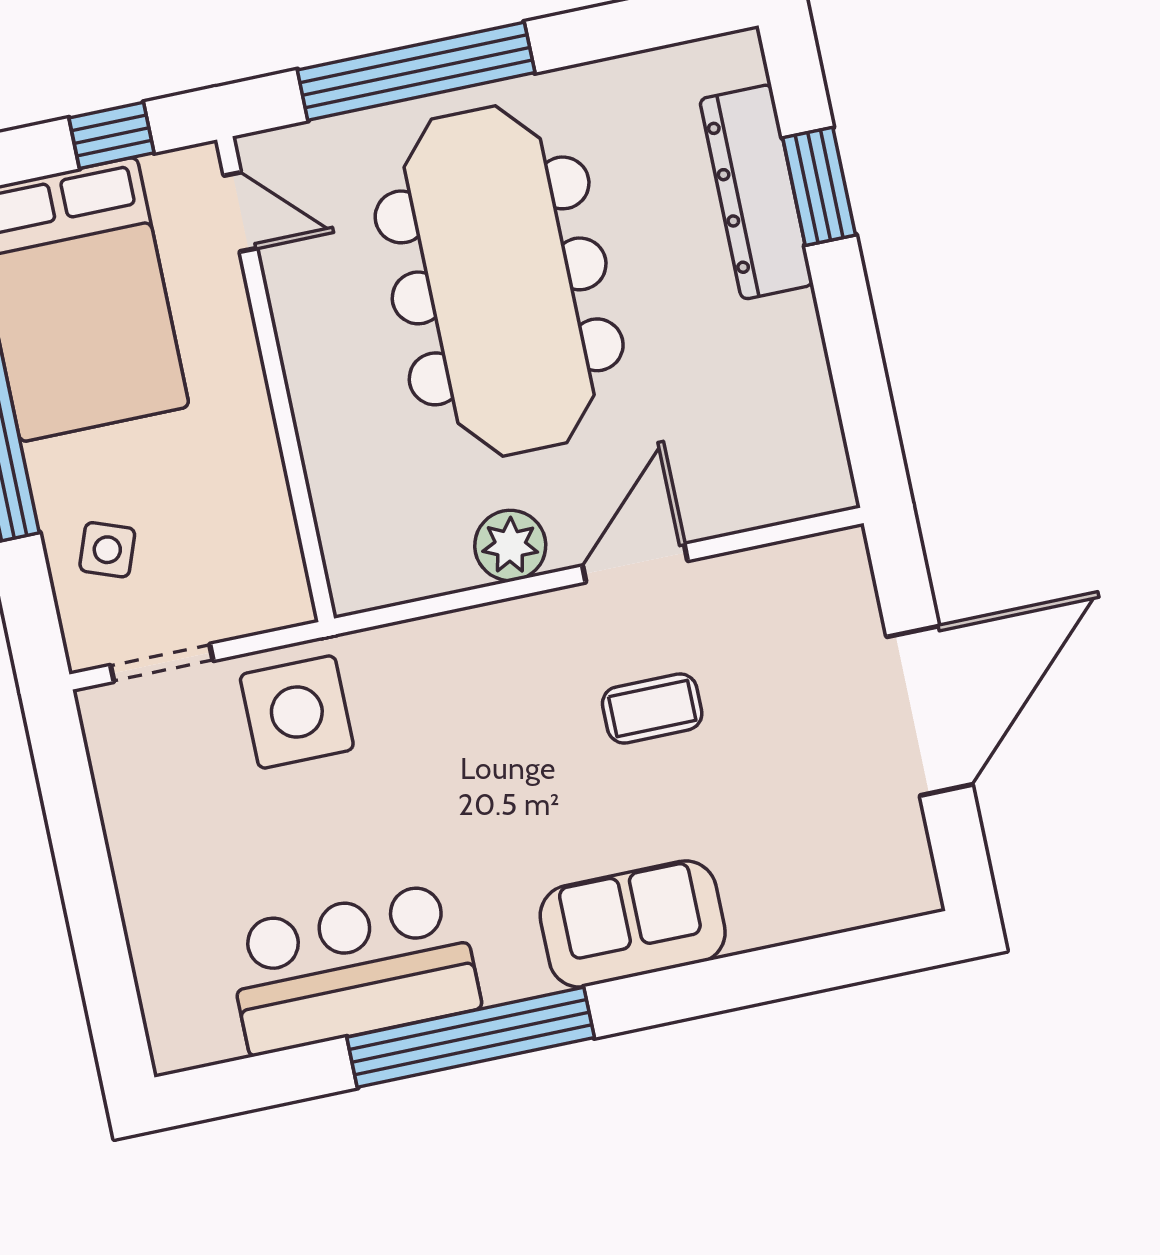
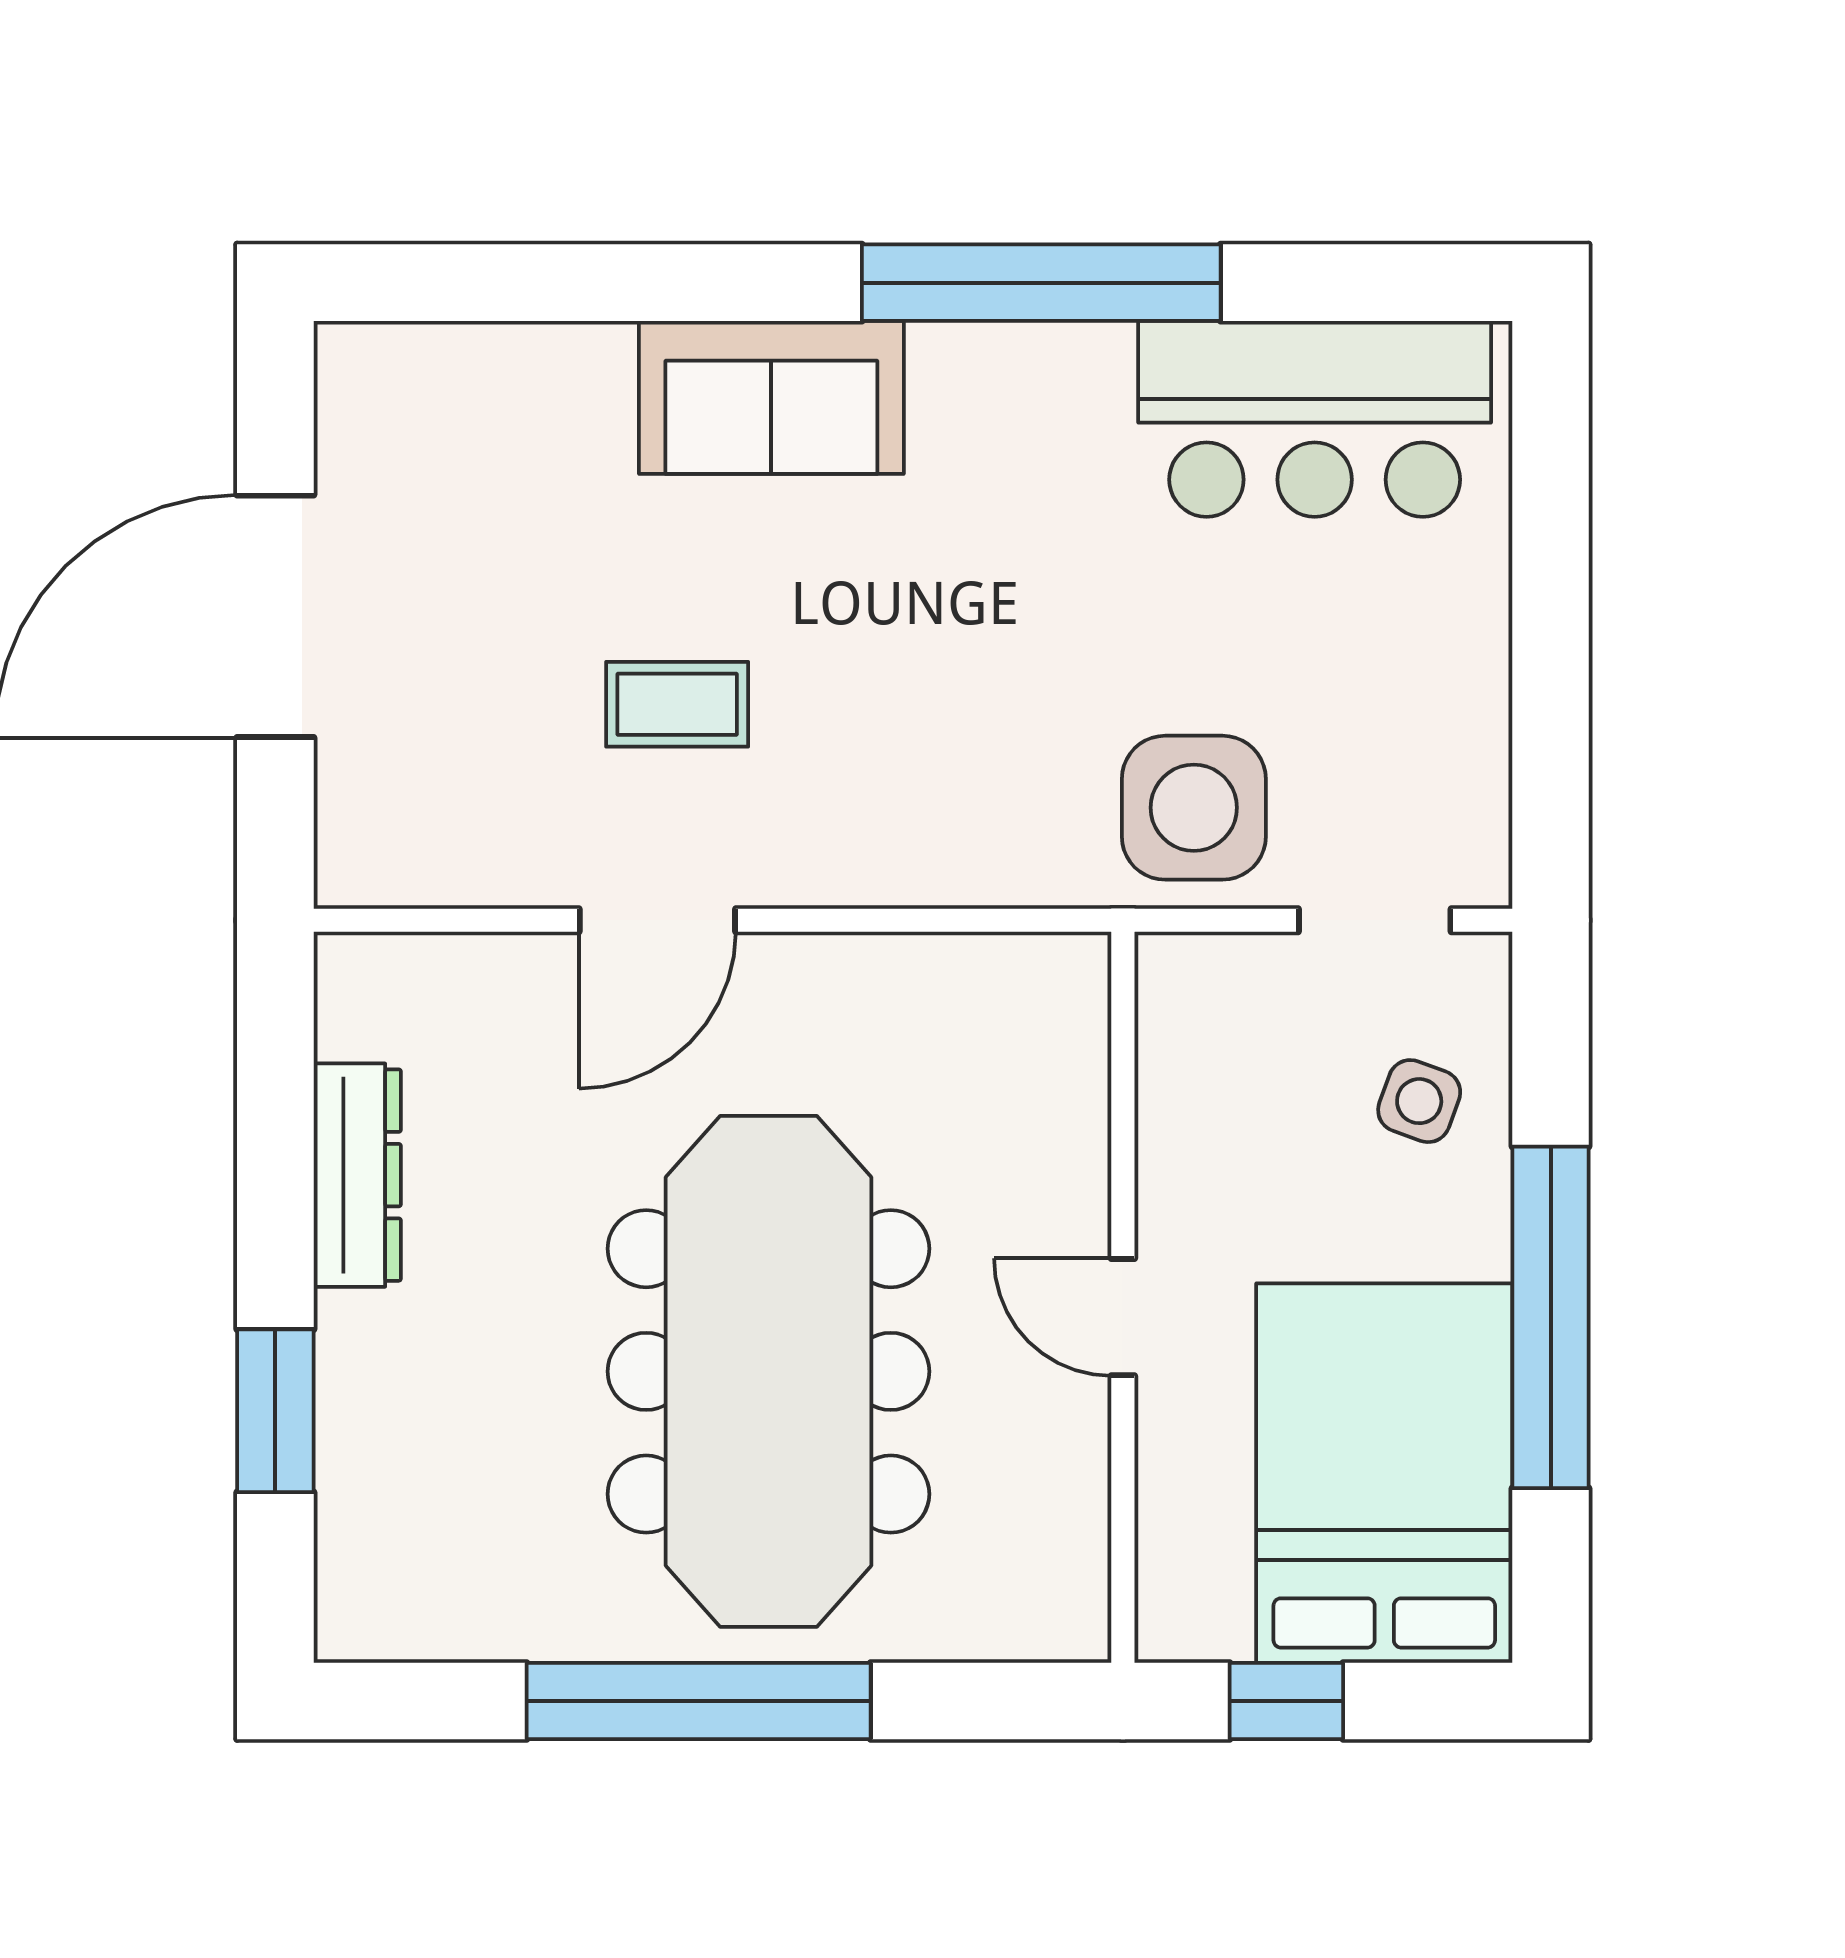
window: (416, 71) -> (699, 1701), moved
dresser: (756, 192) -> (357, 1175), moved, width x0.73, depth x0.80
door: (240, 212) -> (1123, 1317), moved
plant: (510, 545) -> (833, 984), removed
bar counter: (353, 968) -> (1315, 419), moved

